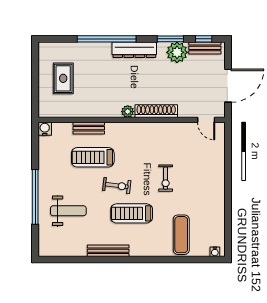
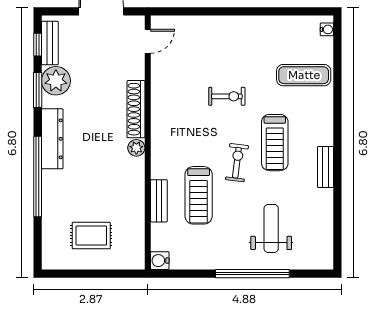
bench: (108, 251) -> (326, 167), width x0.73

